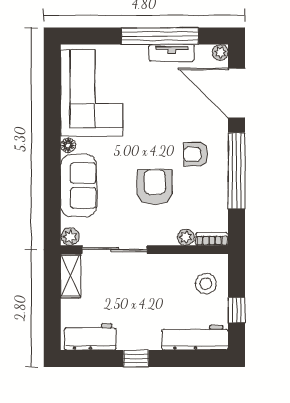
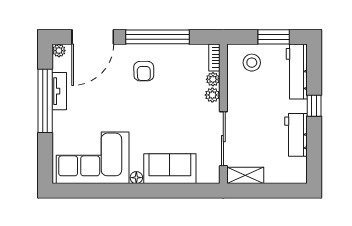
armchair: (155, 187) -> (171, 105), removed
plant: (70, 237) -> (212, 95), moved
window: (237, 310) -> (274, 37), width x1.50
workbench: (90, 337) -> (296, 135), moved
window: (136, 359) -> (314, 106), moved

